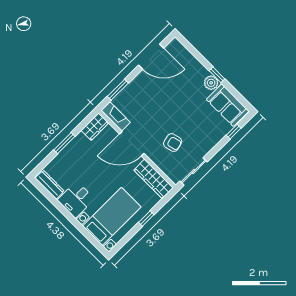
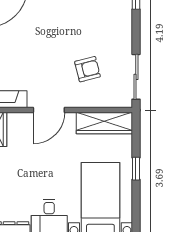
door: (132, 144) -> (49, 110), width x0.73

